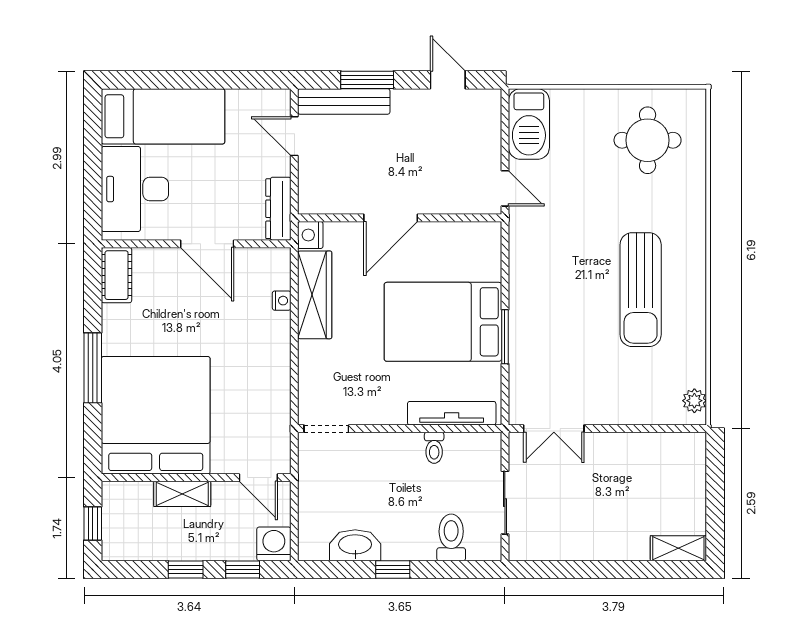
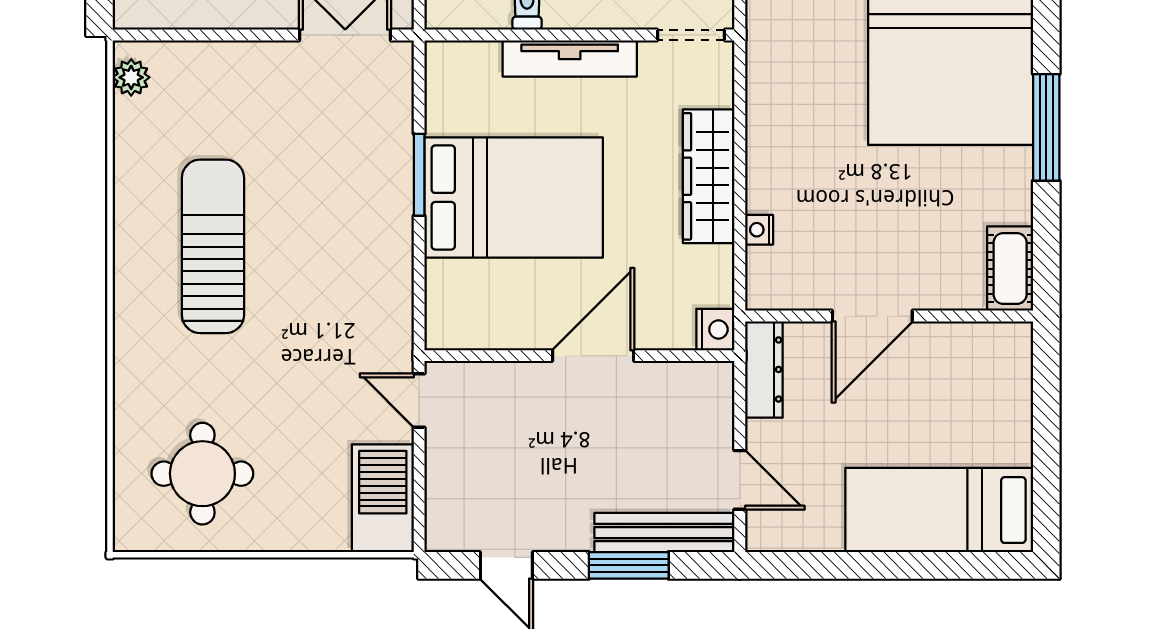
desk: (135, 189) -> (982, 399), removed
door: (207, 244) -> (872, 316), swing flipped
wardrobe: (315, 295) -> (709, 176), moved
tv unit: (452, 413) -> (570, 58), moved

